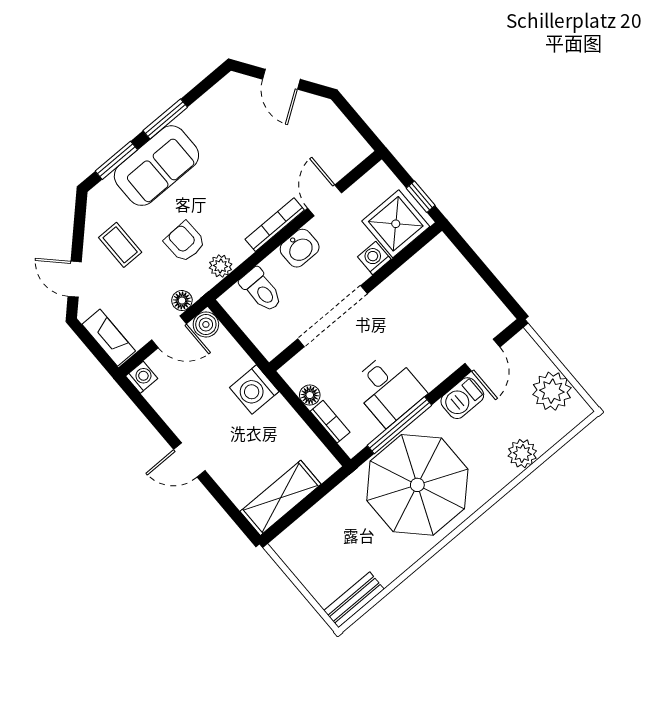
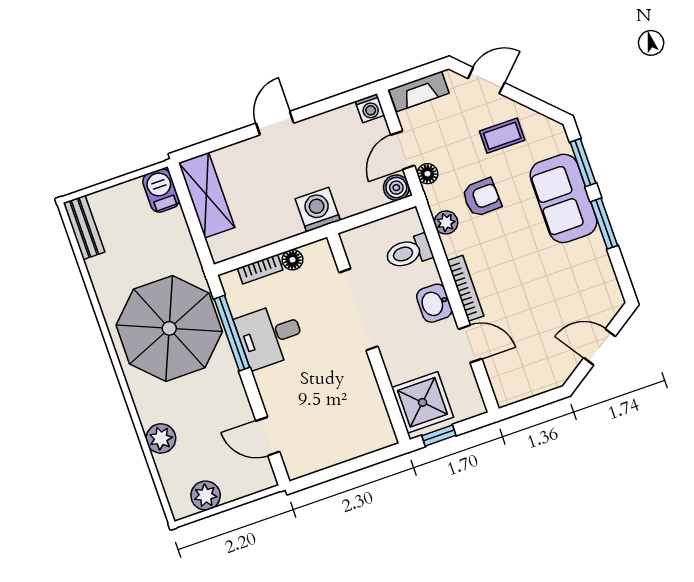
washing machine: (374, 258) -> (398, 370), removed
plant: (552, 391) -> (206, 496), width x0.73, depth x0.73
barbecue: (462, 398) -> (161, 191), moved

